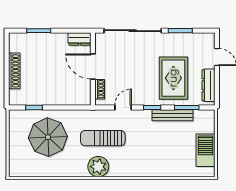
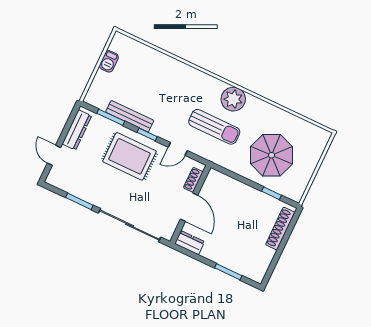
shoe rack: (14, 71) -> (280, 229), moved
rug: (173, 78) -> (129, 156), moved, turned 90
barbecue: (205, 150) -> (109, 61), width x0.53, depth x0.65

